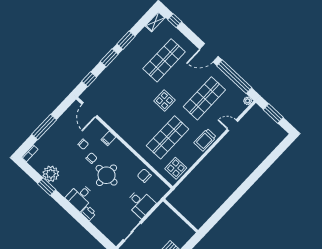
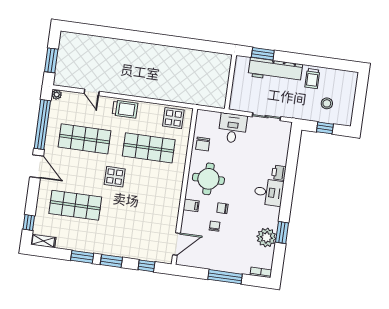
round table: (107, 175) -> (208, 179), moved
wall: (181, 216) -> (230, 82), moved

